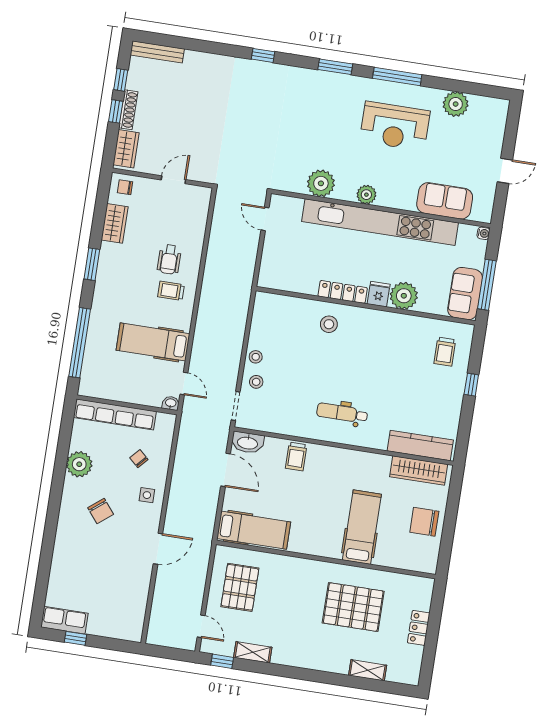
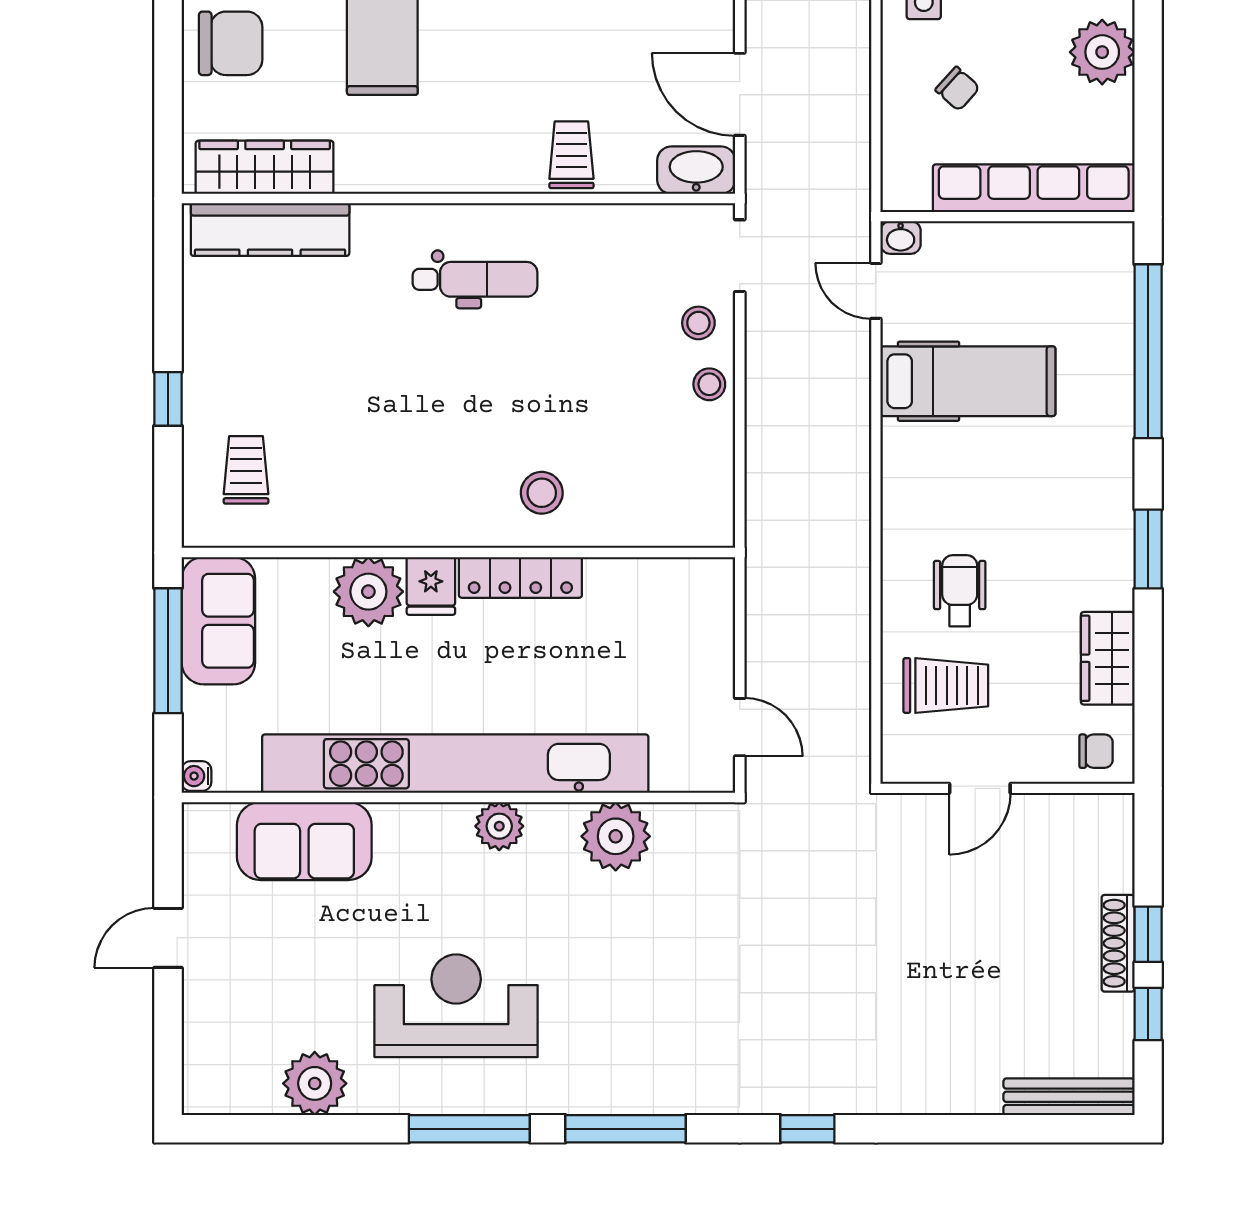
window: (335, 67) -> (625, 1129), width x1.44
wardrobe: (126, 149) -> (1109, 847), removed
trolley: (171, 291) -> (946, 686), moved, width x1.36, depth x1.39

